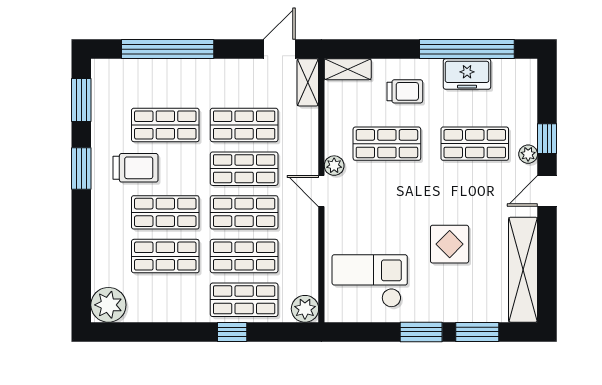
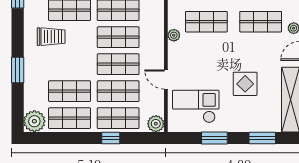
window: (81, 169) -> (18, 70), moved
door: (321, 191) -> (166, 79), moved
shop shelf: (165, 212) -> (69, 118), moved
window: (421, 332) -> (214, 138), moved

